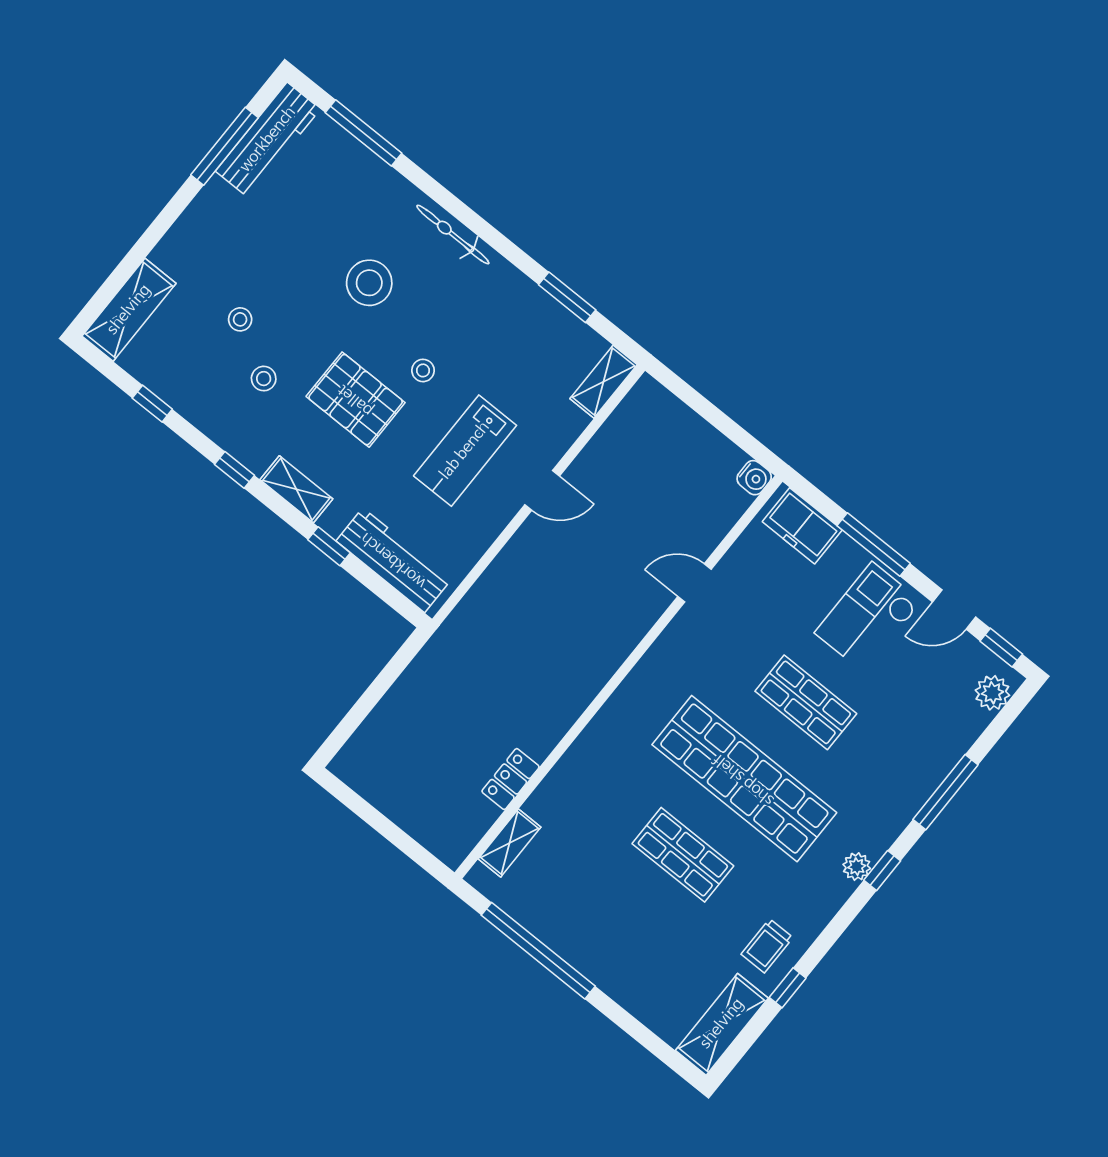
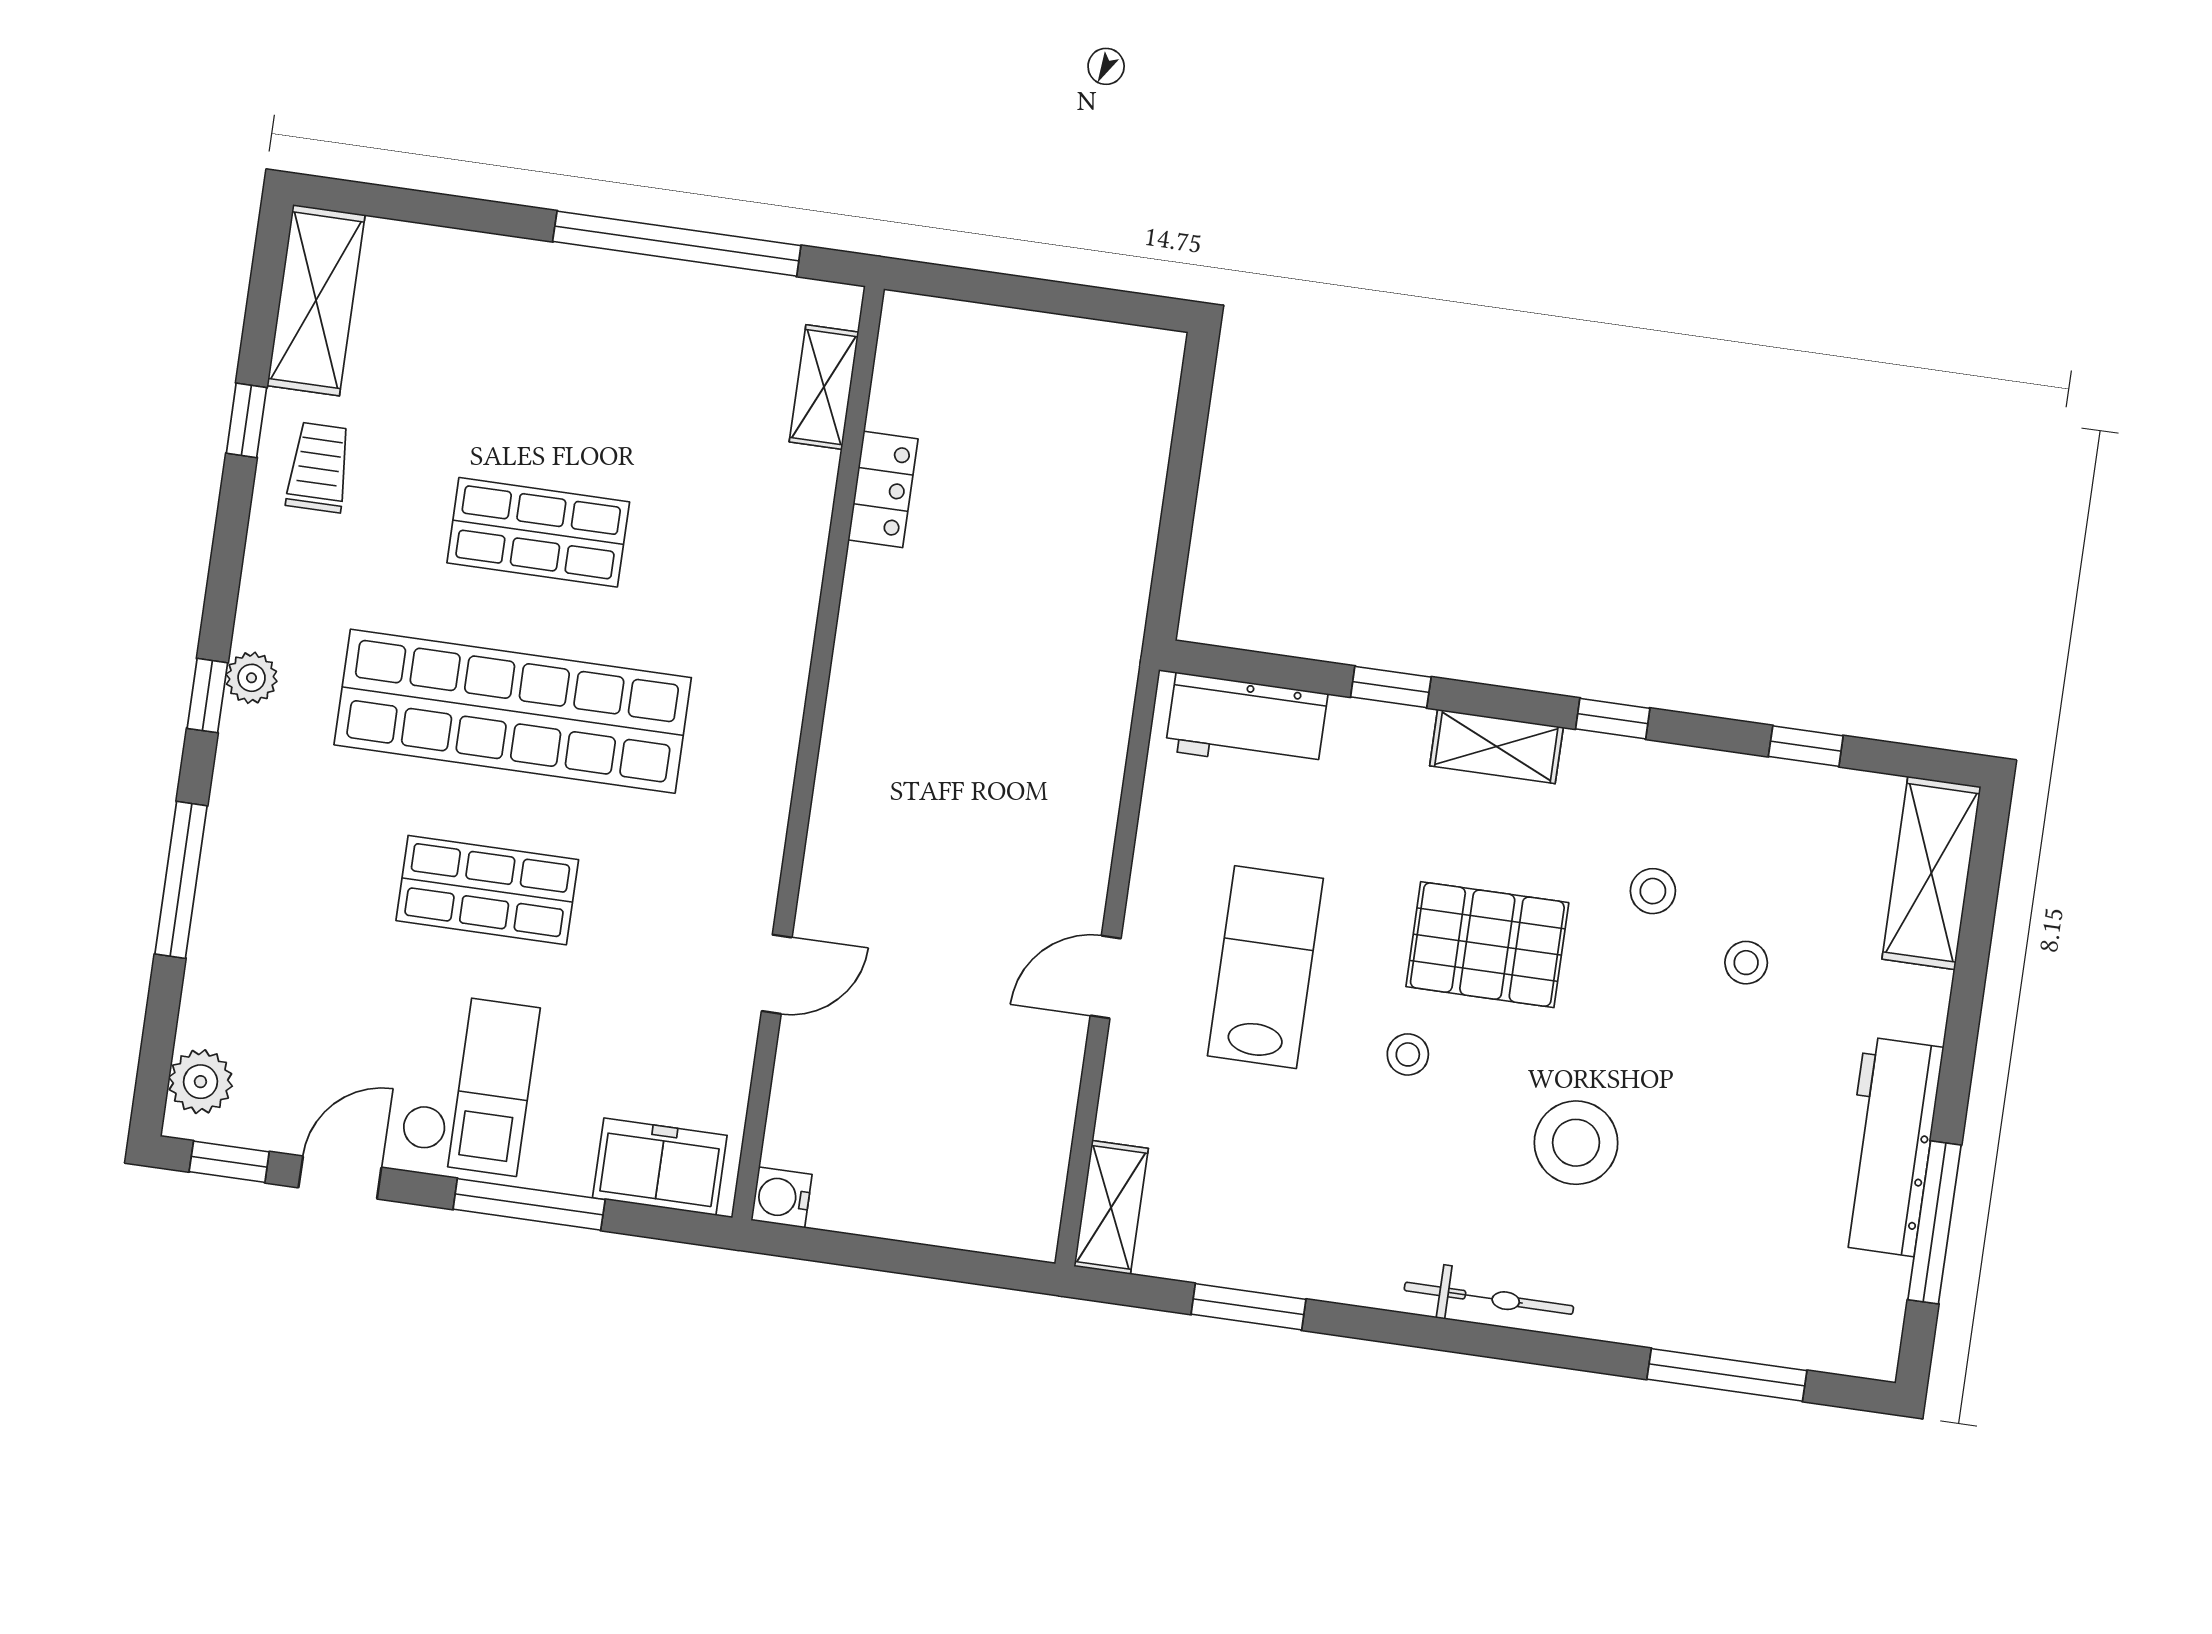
workbench: (268, 140) -> (1890, 1147), moved
workbench: (394, 560) -> (1247, 722), width x0.73

